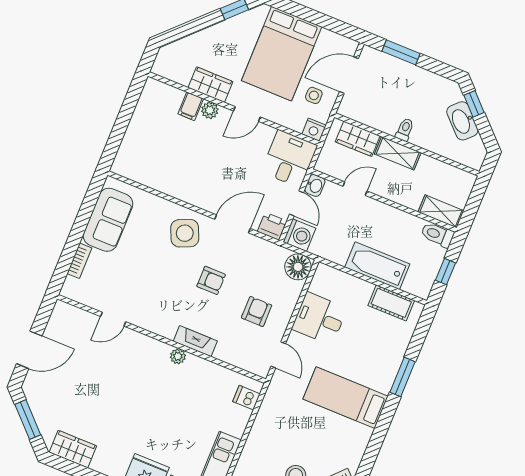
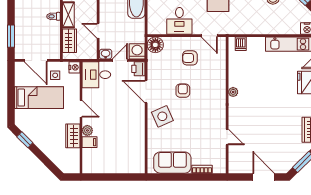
bed: (282, 54) -> (39, 98), width x0.67
fireplace: (195, 341) -> (221, 86), removed
door: (278, 355) -> (209, 36), swing flipped

